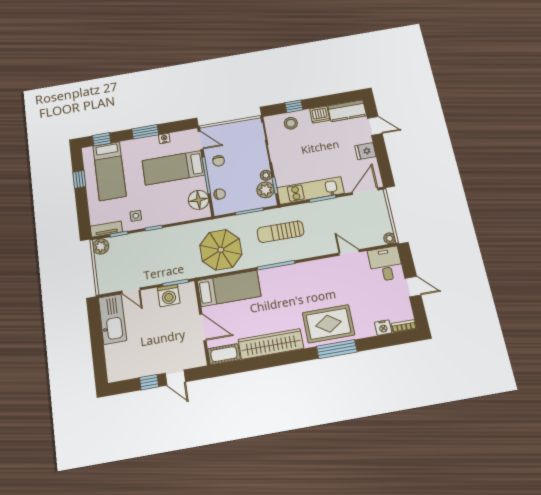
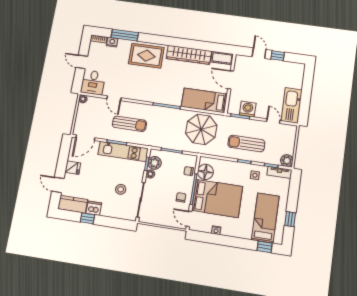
window: (294, 106) -> (87, 218), moved
stool: (291, 123) -> (121, 189), moved
window: (145, 132) -> (229, 241), removed
bed: (173, 168) -> (217, 198), width x1.50
sun lounger: (281, 232) -> (129, 124), moved
sun lounger: (158, 251) -> (246, 144), added
window: (337, 349) -> (125, 35), moved

